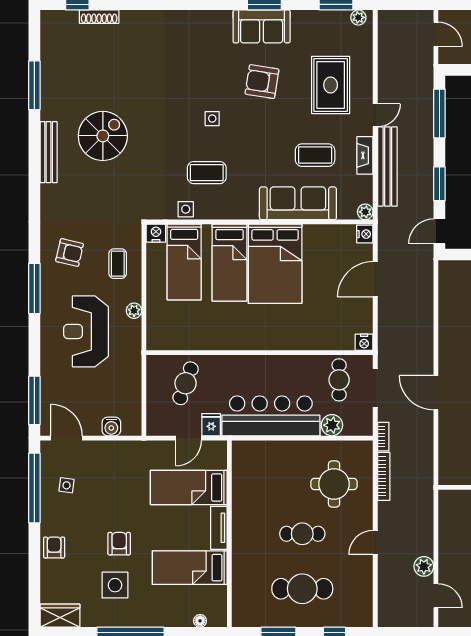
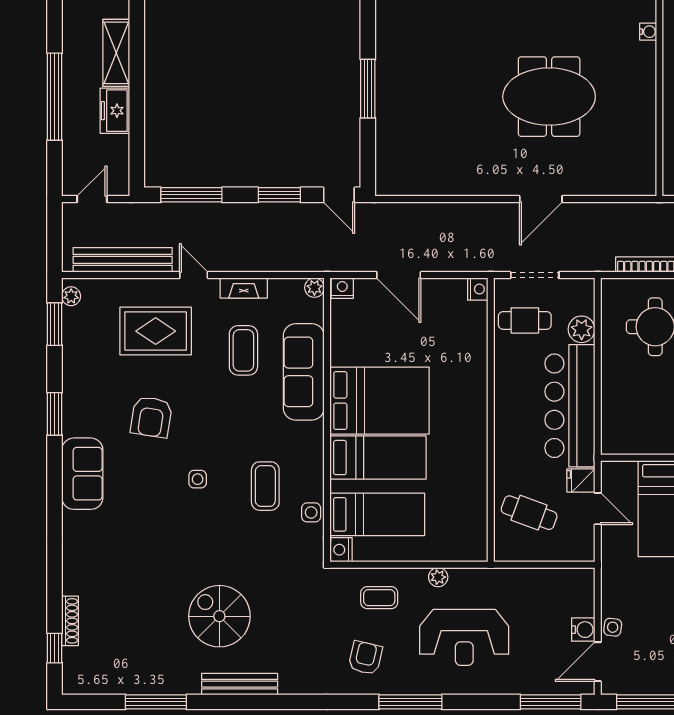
sofa: (262, 26) -> (82, 474), moved
bench: (387, 166) -> (123, 260), moved
water cooler: (111, 426) -> (583, 630), moved
bookcase: (383, 437) -> (596, 265), removed
side table: (67, 485) -> (613, 627), moved

